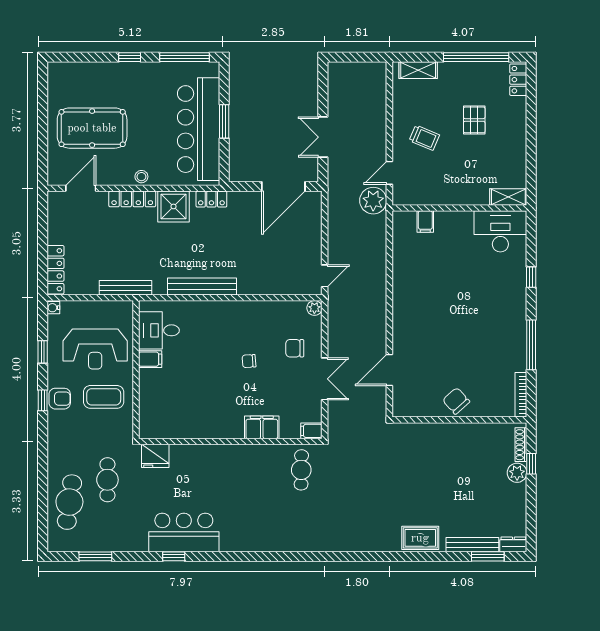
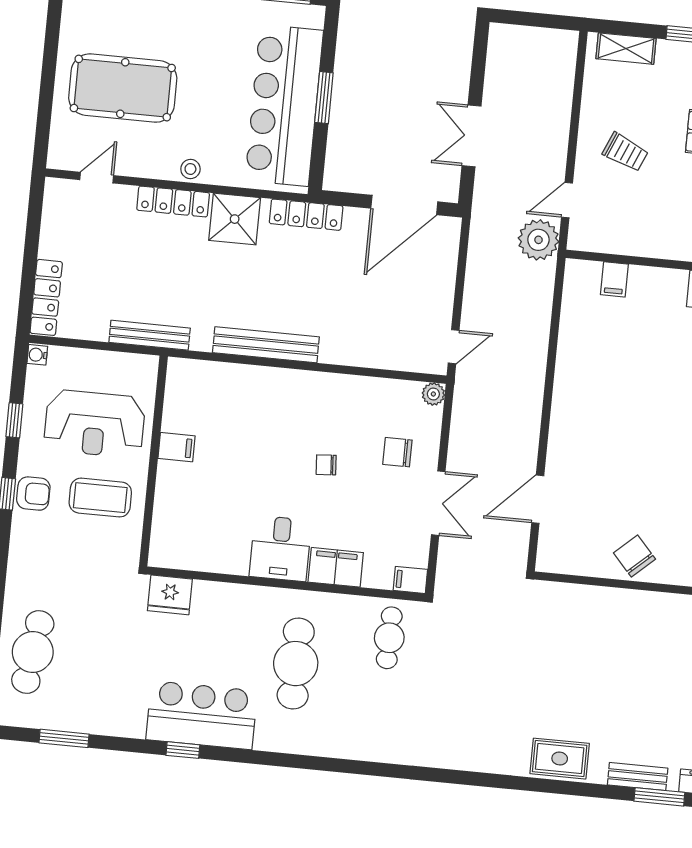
door: (81, 188) -> (97, 178), width x0.73
locker: (211, 199) -> (306, 215), width x1.53
desk: (159, 330) -> (280, 548), moved, turned -90
cafe table: (107, 480) -> (296, 664), moved, width x1.37, depth x1.35
bench: (472, 545) -> (638, 777), width x0.73

